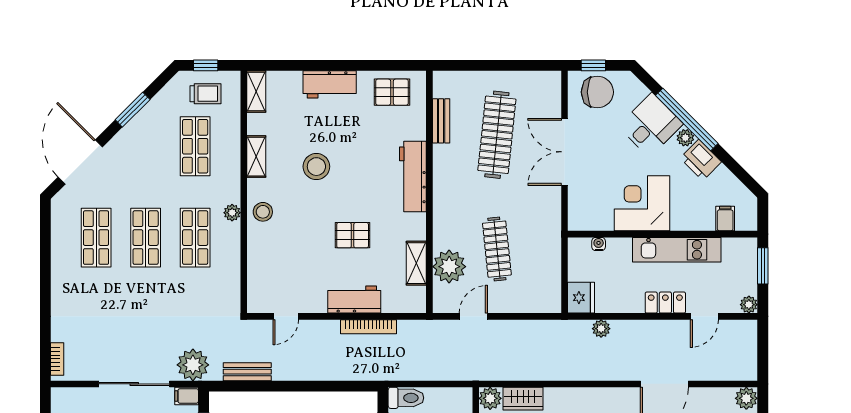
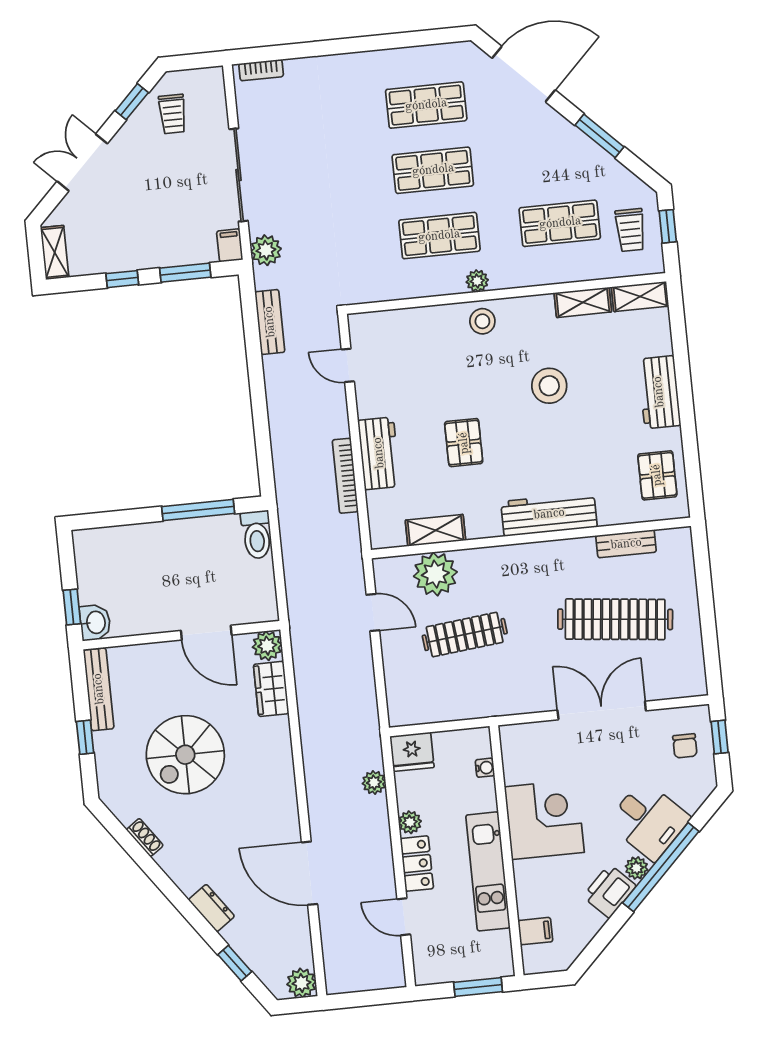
chair: (597, 92) -> (685, 746), width x0.54, depth x0.54
shelving: (256, 157) -> (583, 302), moved
plant: (749, 305) -> (410, 822), moved
plant: (193, 365) -> (266, 250), width x0.73, depth x0.73

